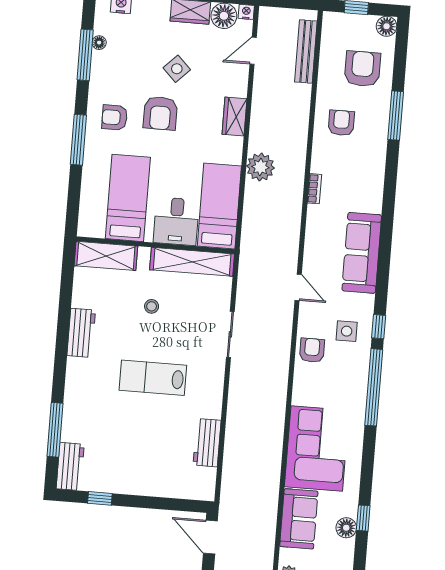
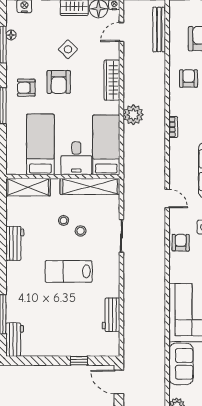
wardrobe: (235, 117) -> (112, 80), width x1.50
stool: (174, 323) -> (81, 231), added
window: (100, 498) -> (79, 361), moved

